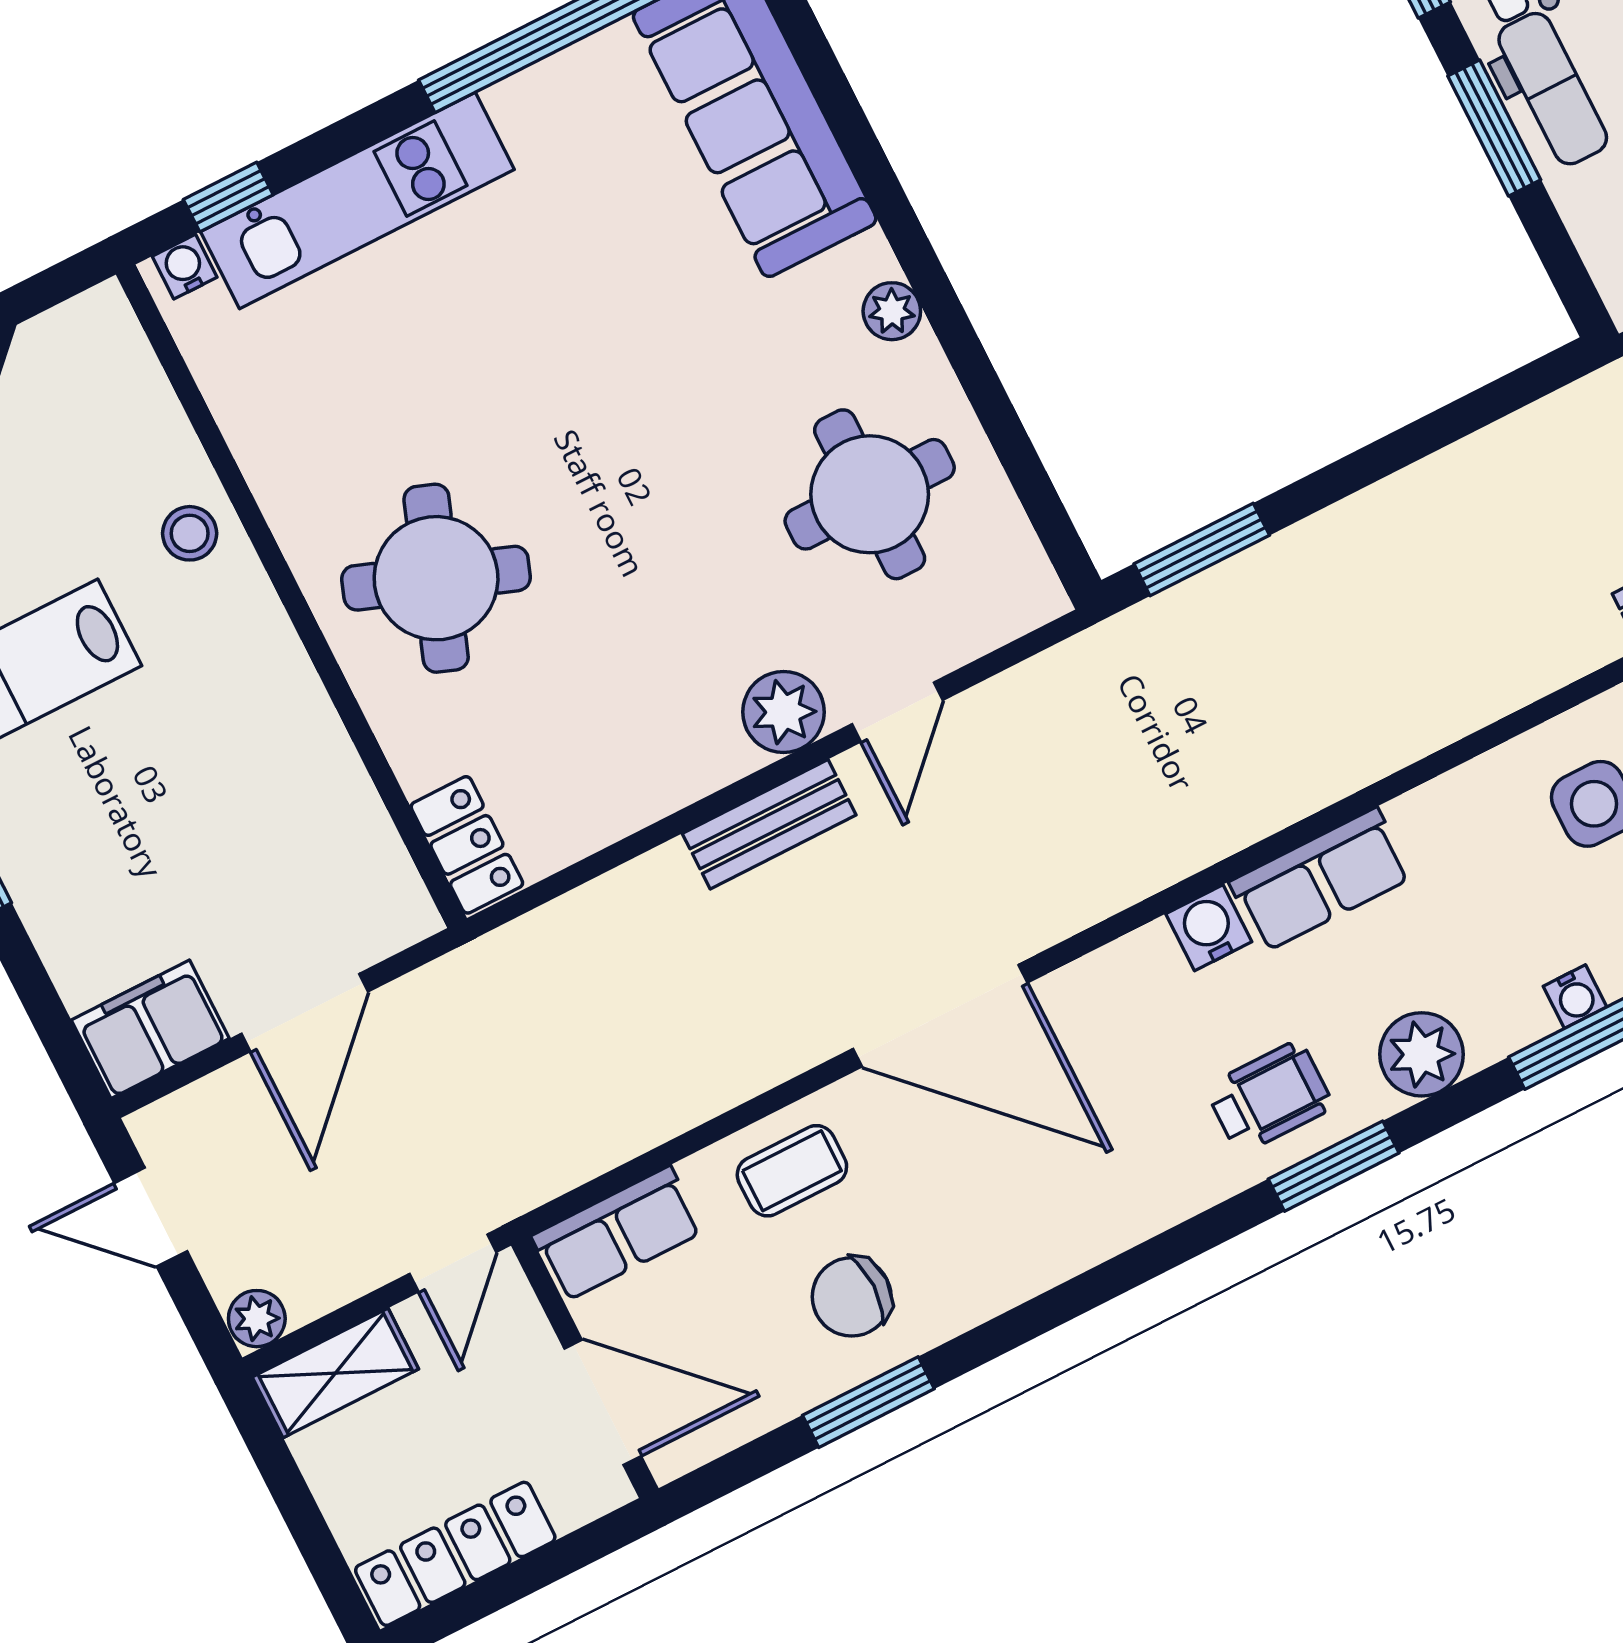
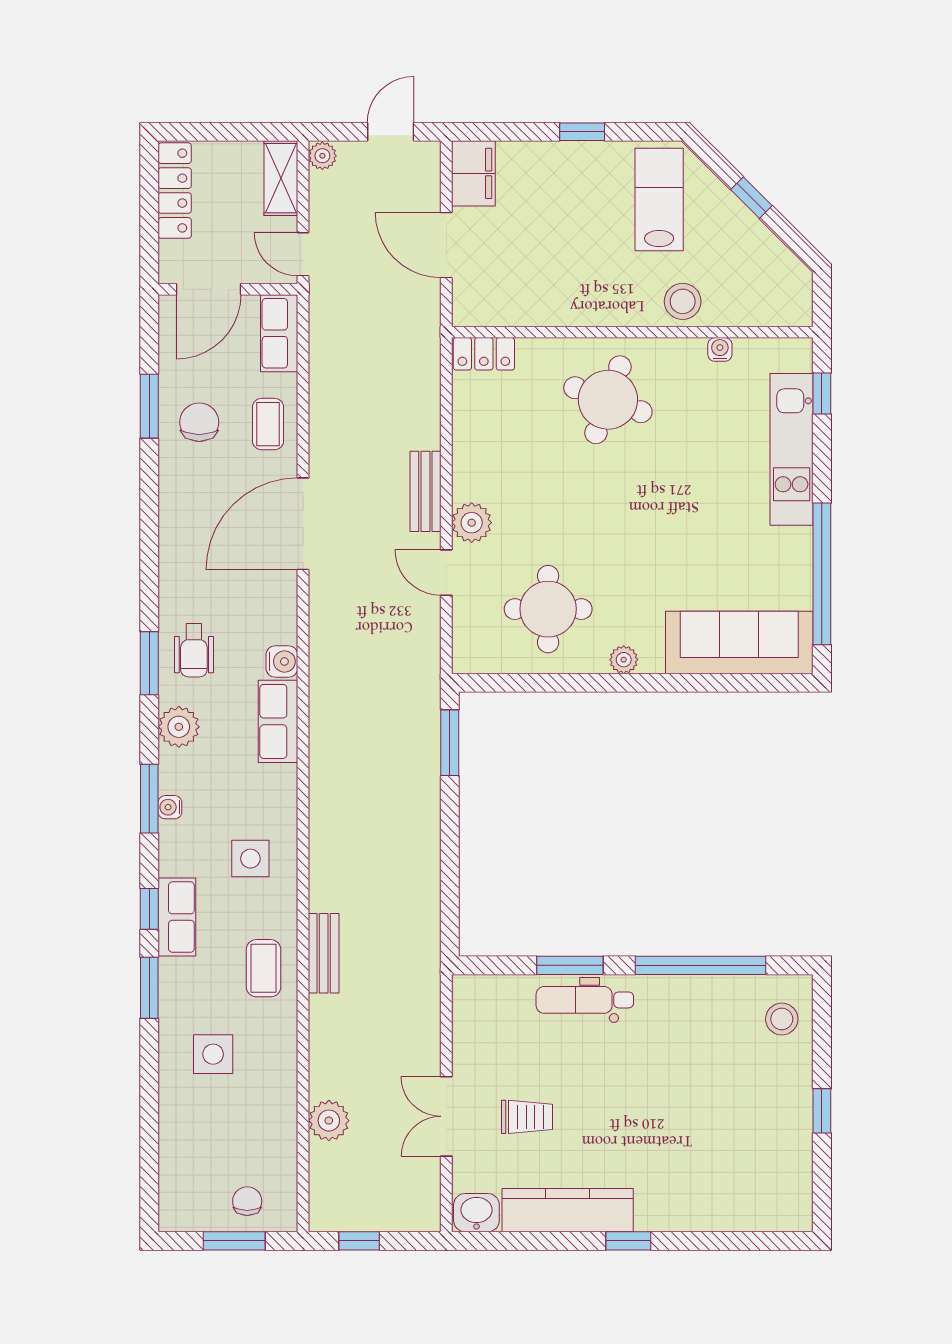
water cooler: (185, 267) -> (720, 349), moved, turned -90
stool: (190, 533) -> (683, 301), width x1.37, depth x1.37

